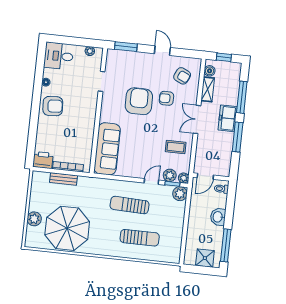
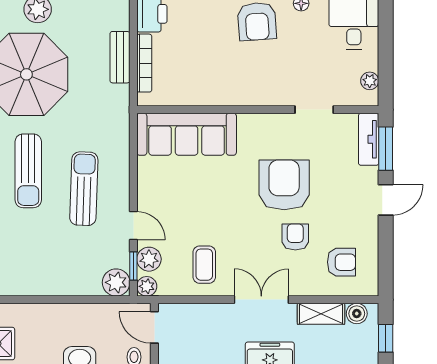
door: (162, 51) -> (386, 200), moved
tv unit: (120, 55) -> (369, 139), added
armchair: (182, 76) -> (341, 262), turned -115
armchair: (139, 101) -> (284, 185), turned -90
sun lounger: (140, 238) -> (28, 171), moved

